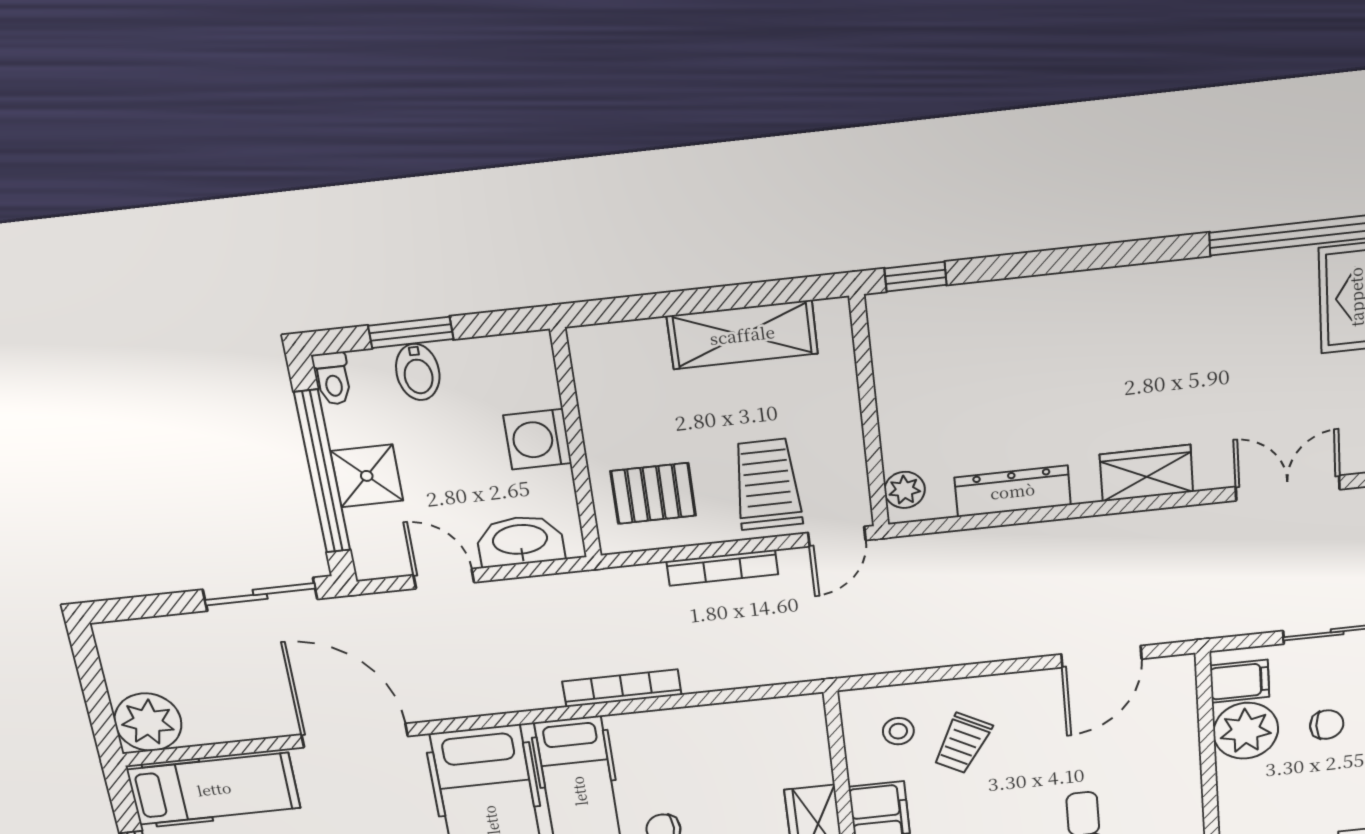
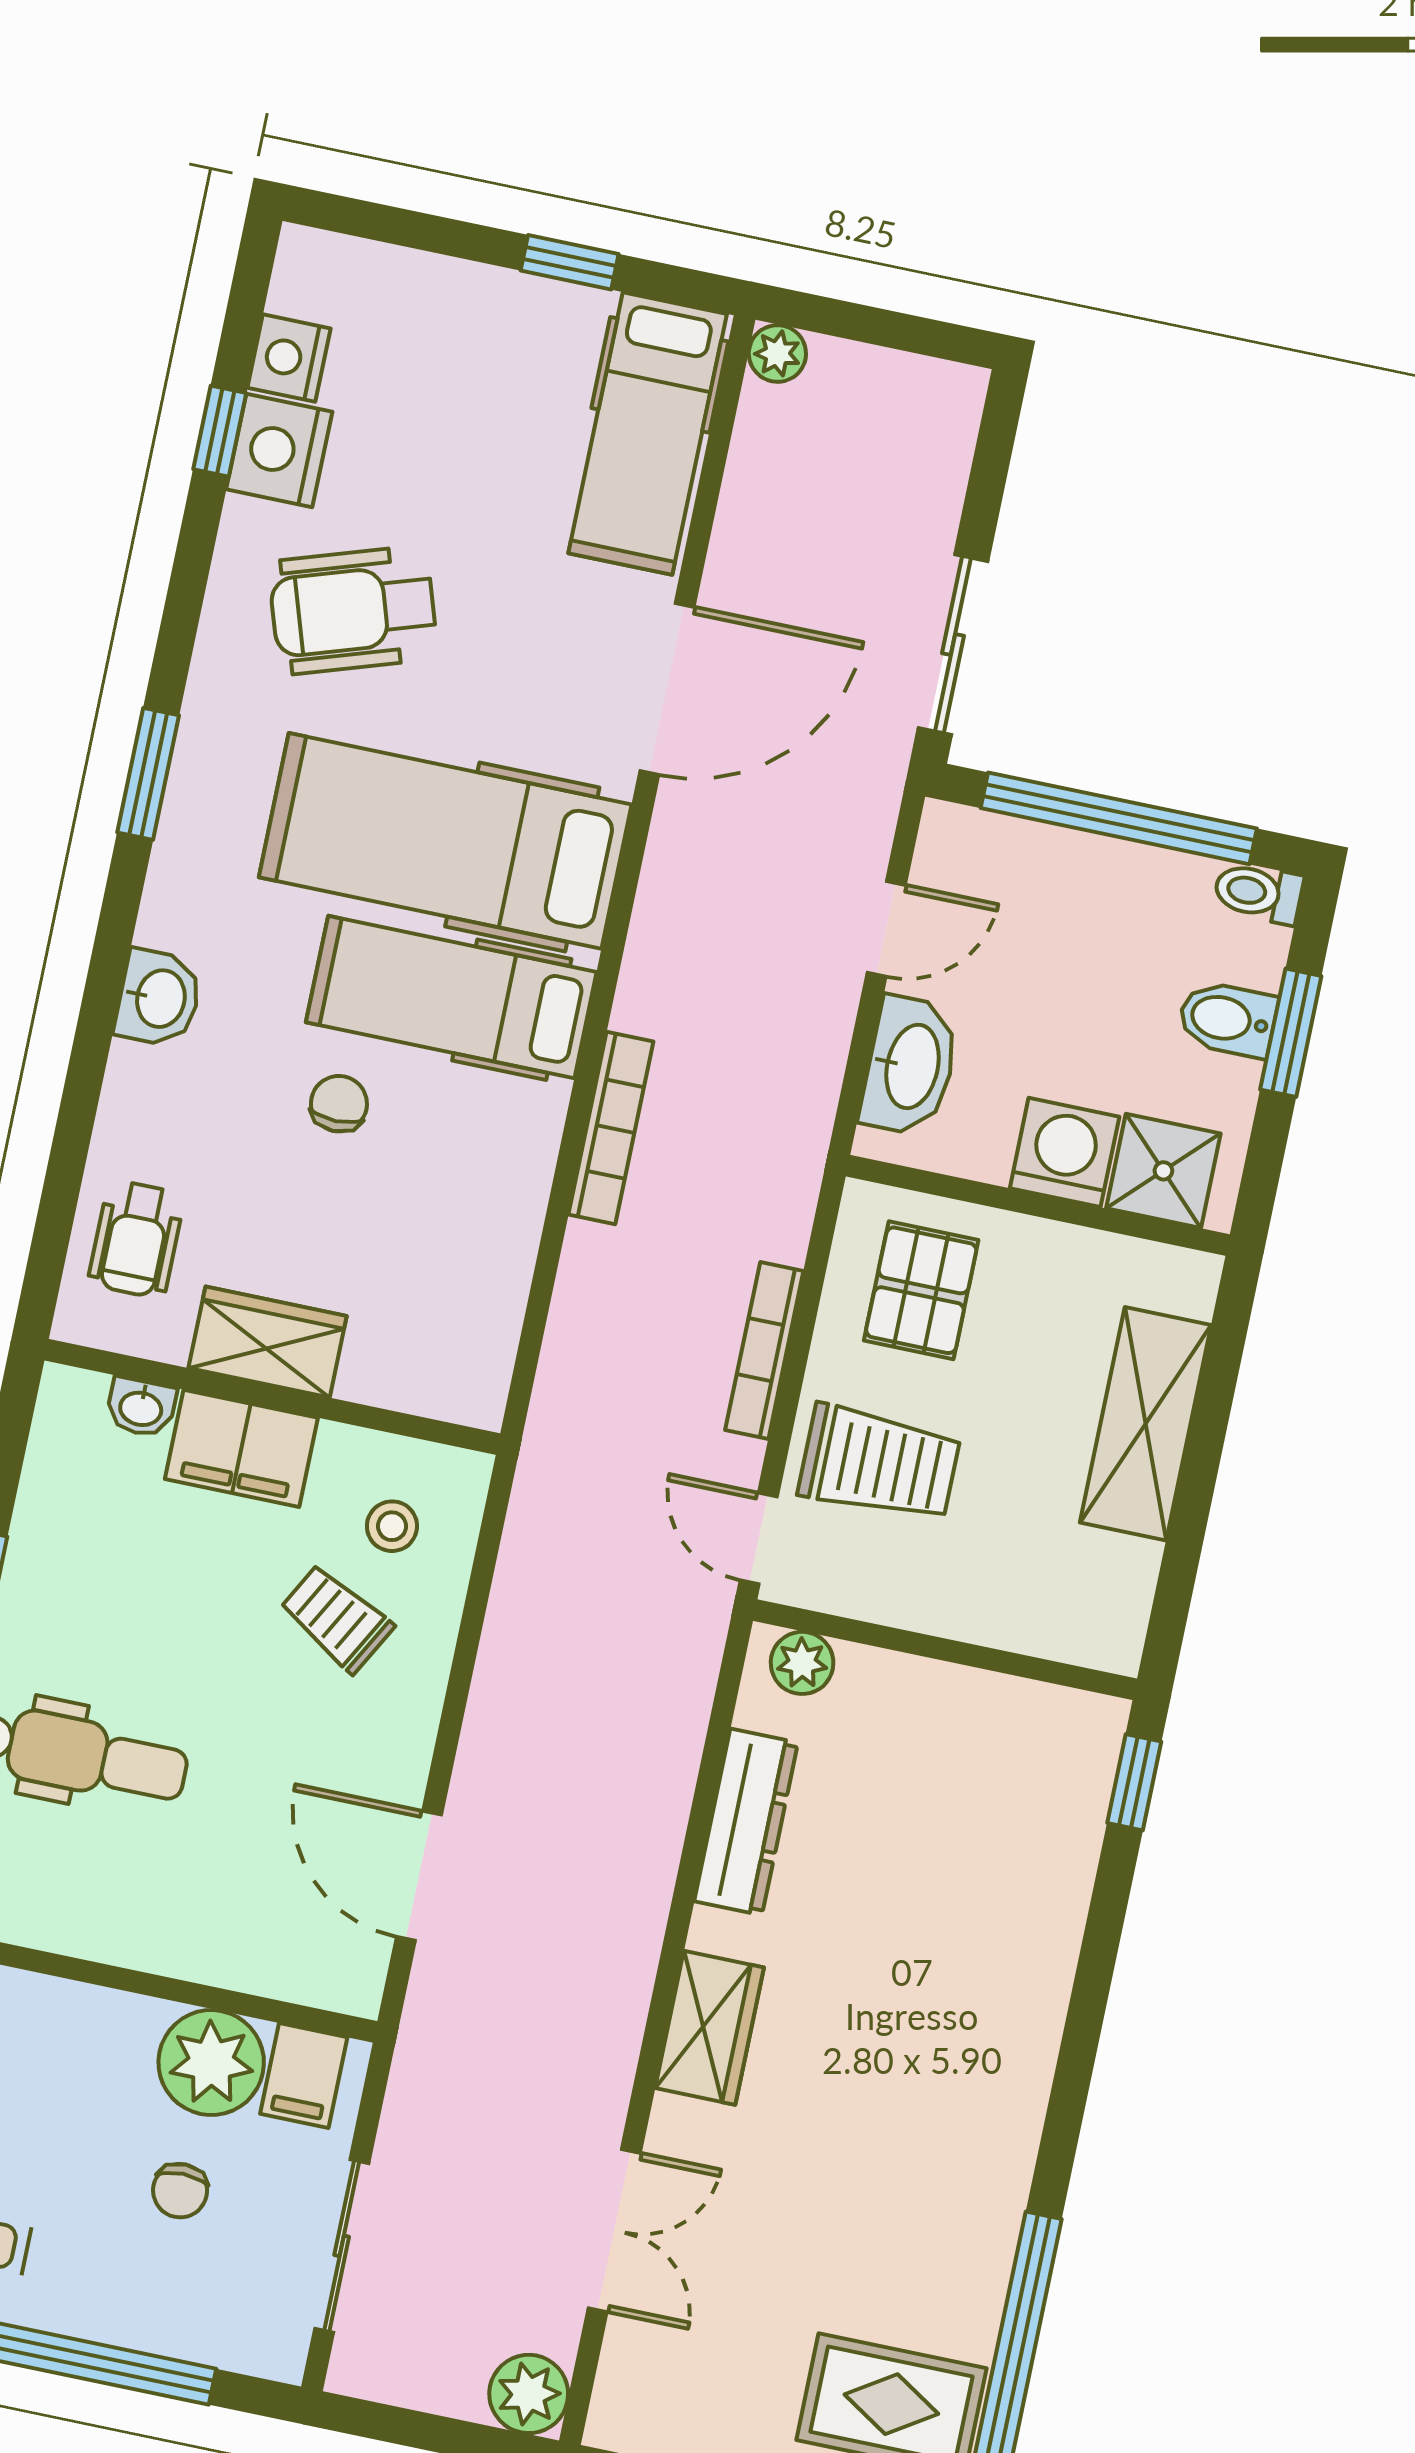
shelving: (742, 335) -> (1145, 1424), moved
shower: (367, 476) -> (1163, 1171), moved
plant: (148, 722) -> (777, 354), width x0.53, depth x0.53

